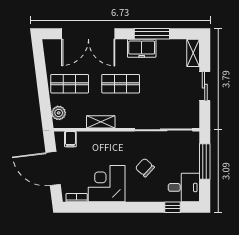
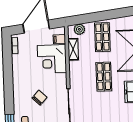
shelving: (101, 122) -> (73, 49), moved
corner desk: (107, 184) -> (52, 59), moved, turned 180

